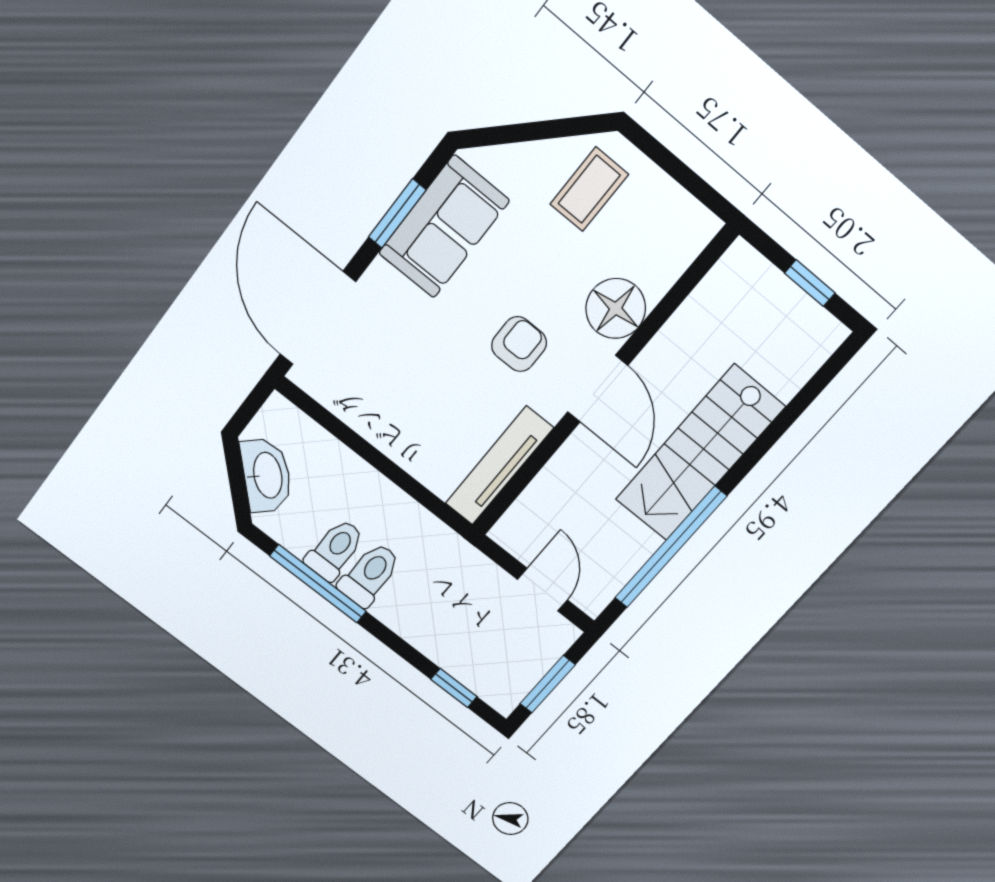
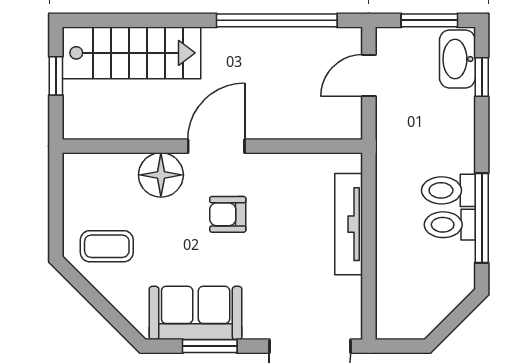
stairs: (700, 453) -> (132, 53), moved
tv unit: (499, 466) -> (349, 224), moved, turned 90
washbasin: (267, 475) -> (457, 59), moved, turned -45

